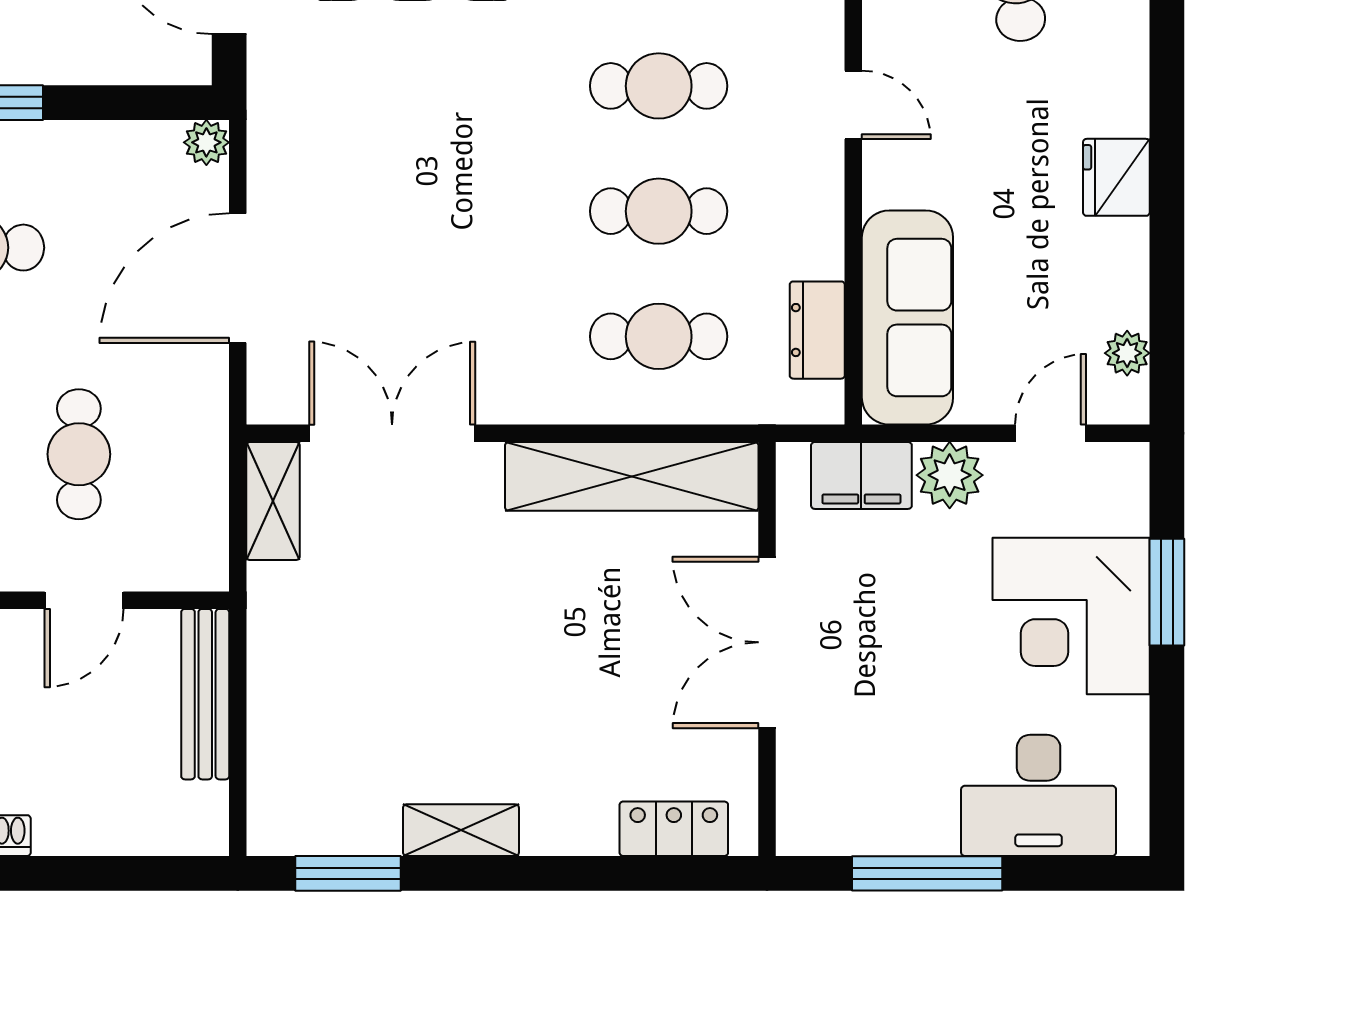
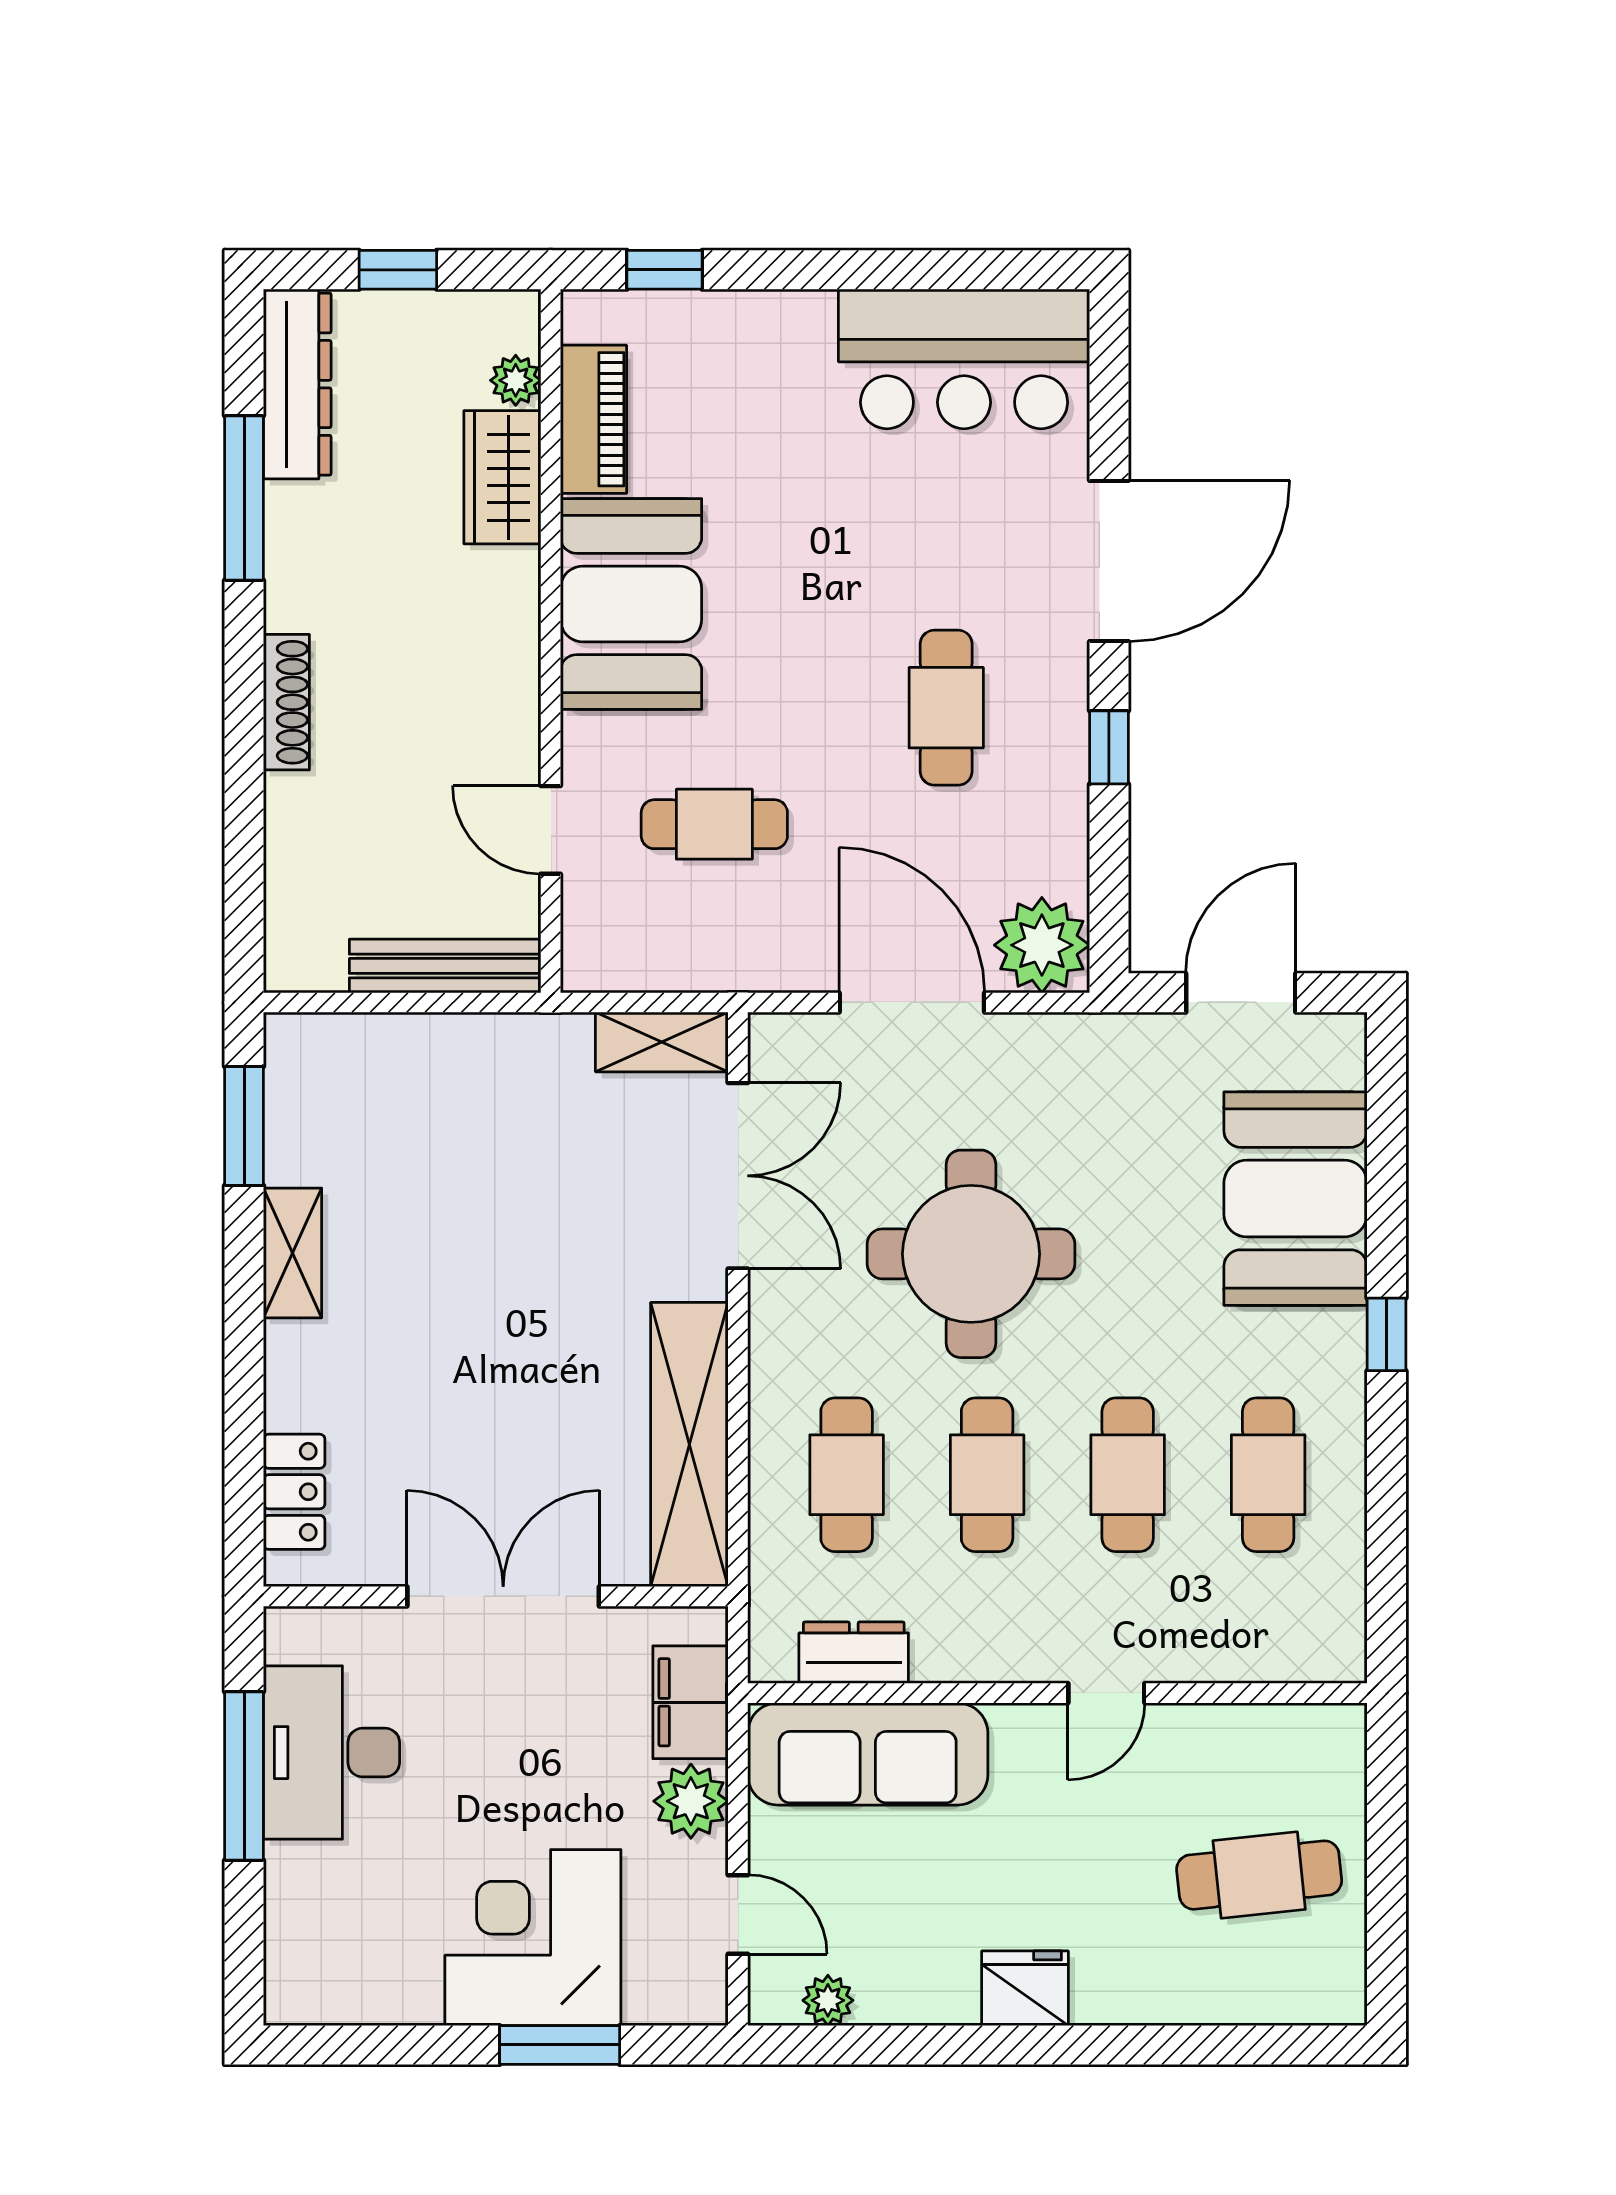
plant: (206, 142) -> (1042, 945), width x1.87, depth x1.87
round table: (462, 225) -> (971, 1254), added
desk: (1039, 795) -> (332, 1753), moved

